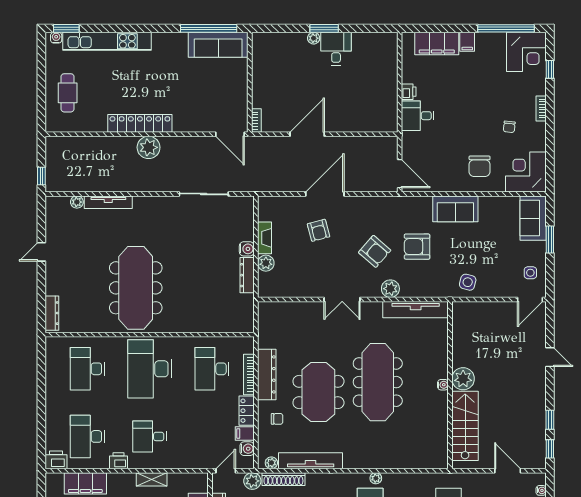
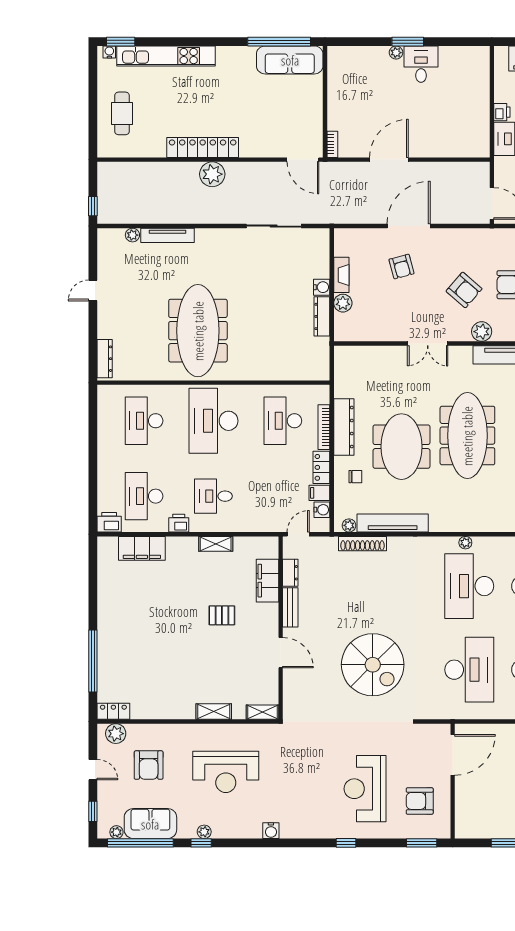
plant: (252, 481) -> (328, 546), removed

